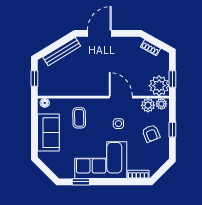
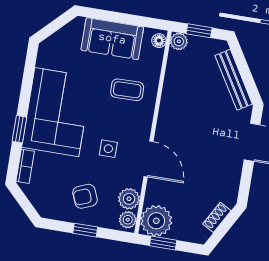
plant: (43, 90) -> (179, 41), added
door: (121, 97) -> (149, 159), hinge flipped
window: (81, 182) -> (19, 129), moved

